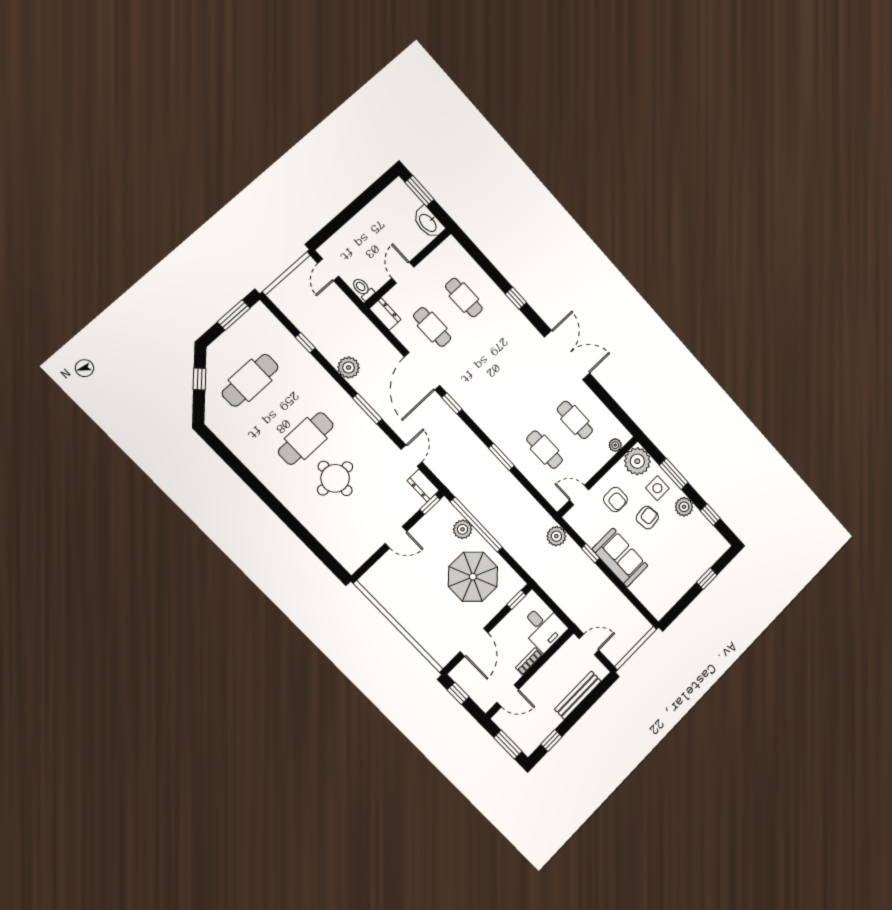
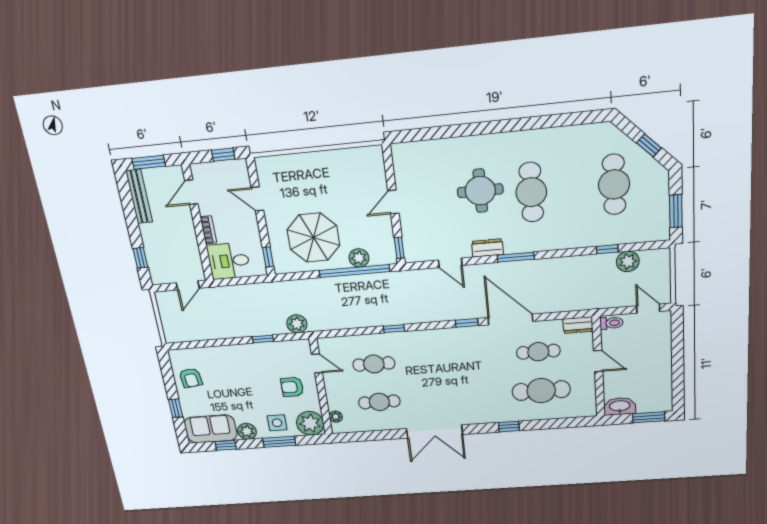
cafe table: (464, 298) -> (541, 391), width x1.37, depth x1.35
plant: (349, 368) -> (628, 261), moved
window: (501, 457) -> (394, 329), width x0.67
dresser: (423, 486) -> (487, 248), moved
door: (579, 495) -> (317, 363), hinge flipped
armchair: (647, 518) -> (191, 378), moved
sofa: (620, 558) -> (211, 429), moved, turned 180
door: (474, 642) -> (257, 199), width x0.73
bench: (578, 695) -> (139, 196), moved
window: (551, 740) -> (140, 258), moved

